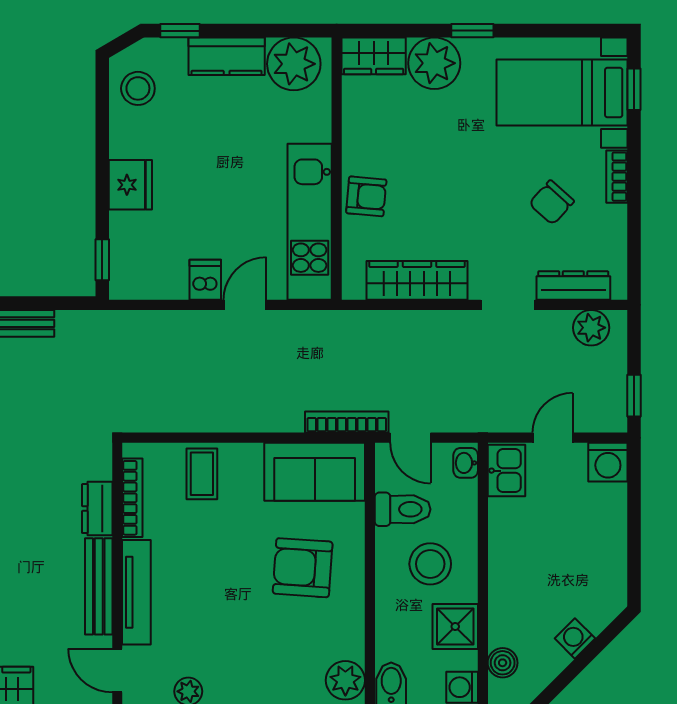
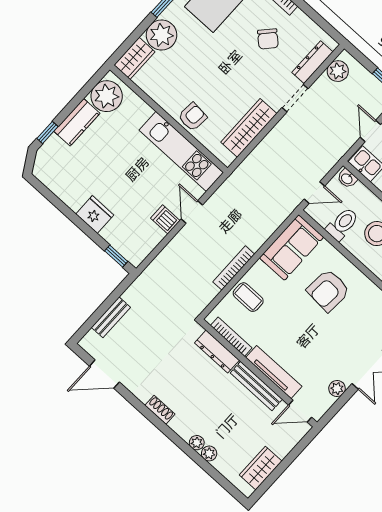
stool: (138, 88) -> (56, 173), removed
bookcase: (347, 422) -> (234, 268), moved
dresser: (97, 509) -> (217, 352), width x1.44

